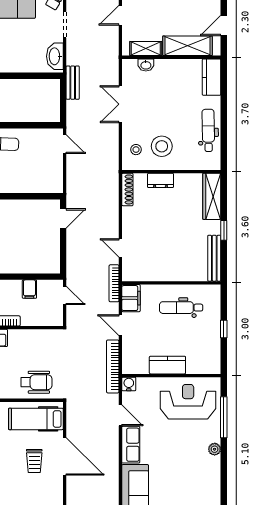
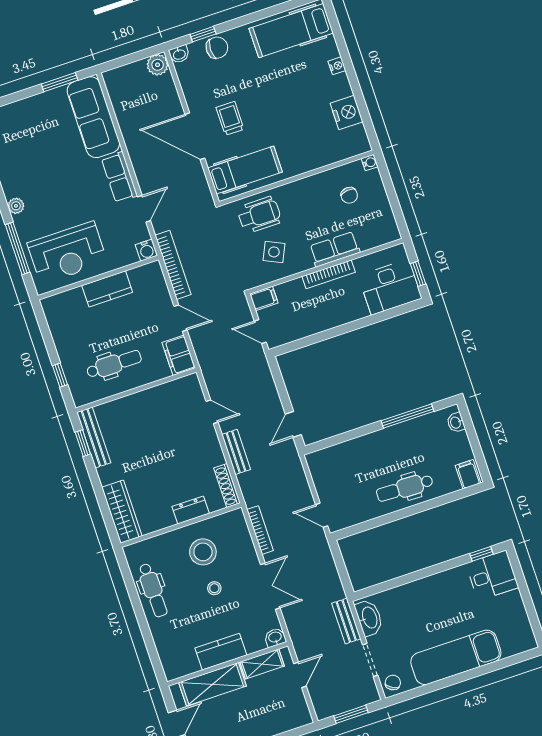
door: (120, 15) -> (300, 675), moved
washbasin: (146, 65) -> (275, 637), moved
kitchen counter: (212, 77) -> (221, 652), moved, turned -90
bench: (73, 83) -> (346, 621), moved
stool: (136, 150) -> (214, 588), moved
bench: (112, 212) -> (236, 452), added
window: (224, 230) -> (83, 443), moved
bookcase: (114, 283) -> (260, 530), moved
filing cabinet: (29, 289) -> (264, 298), moved, turned 90
window: (224, 329) -> (60, 375), moved
side table: (35, 351) -> (274, 252), added
wheelchair: (36, 382) -> (259, 215), turned 180
door: (120, 415) -> (144, 209), swing flipped

